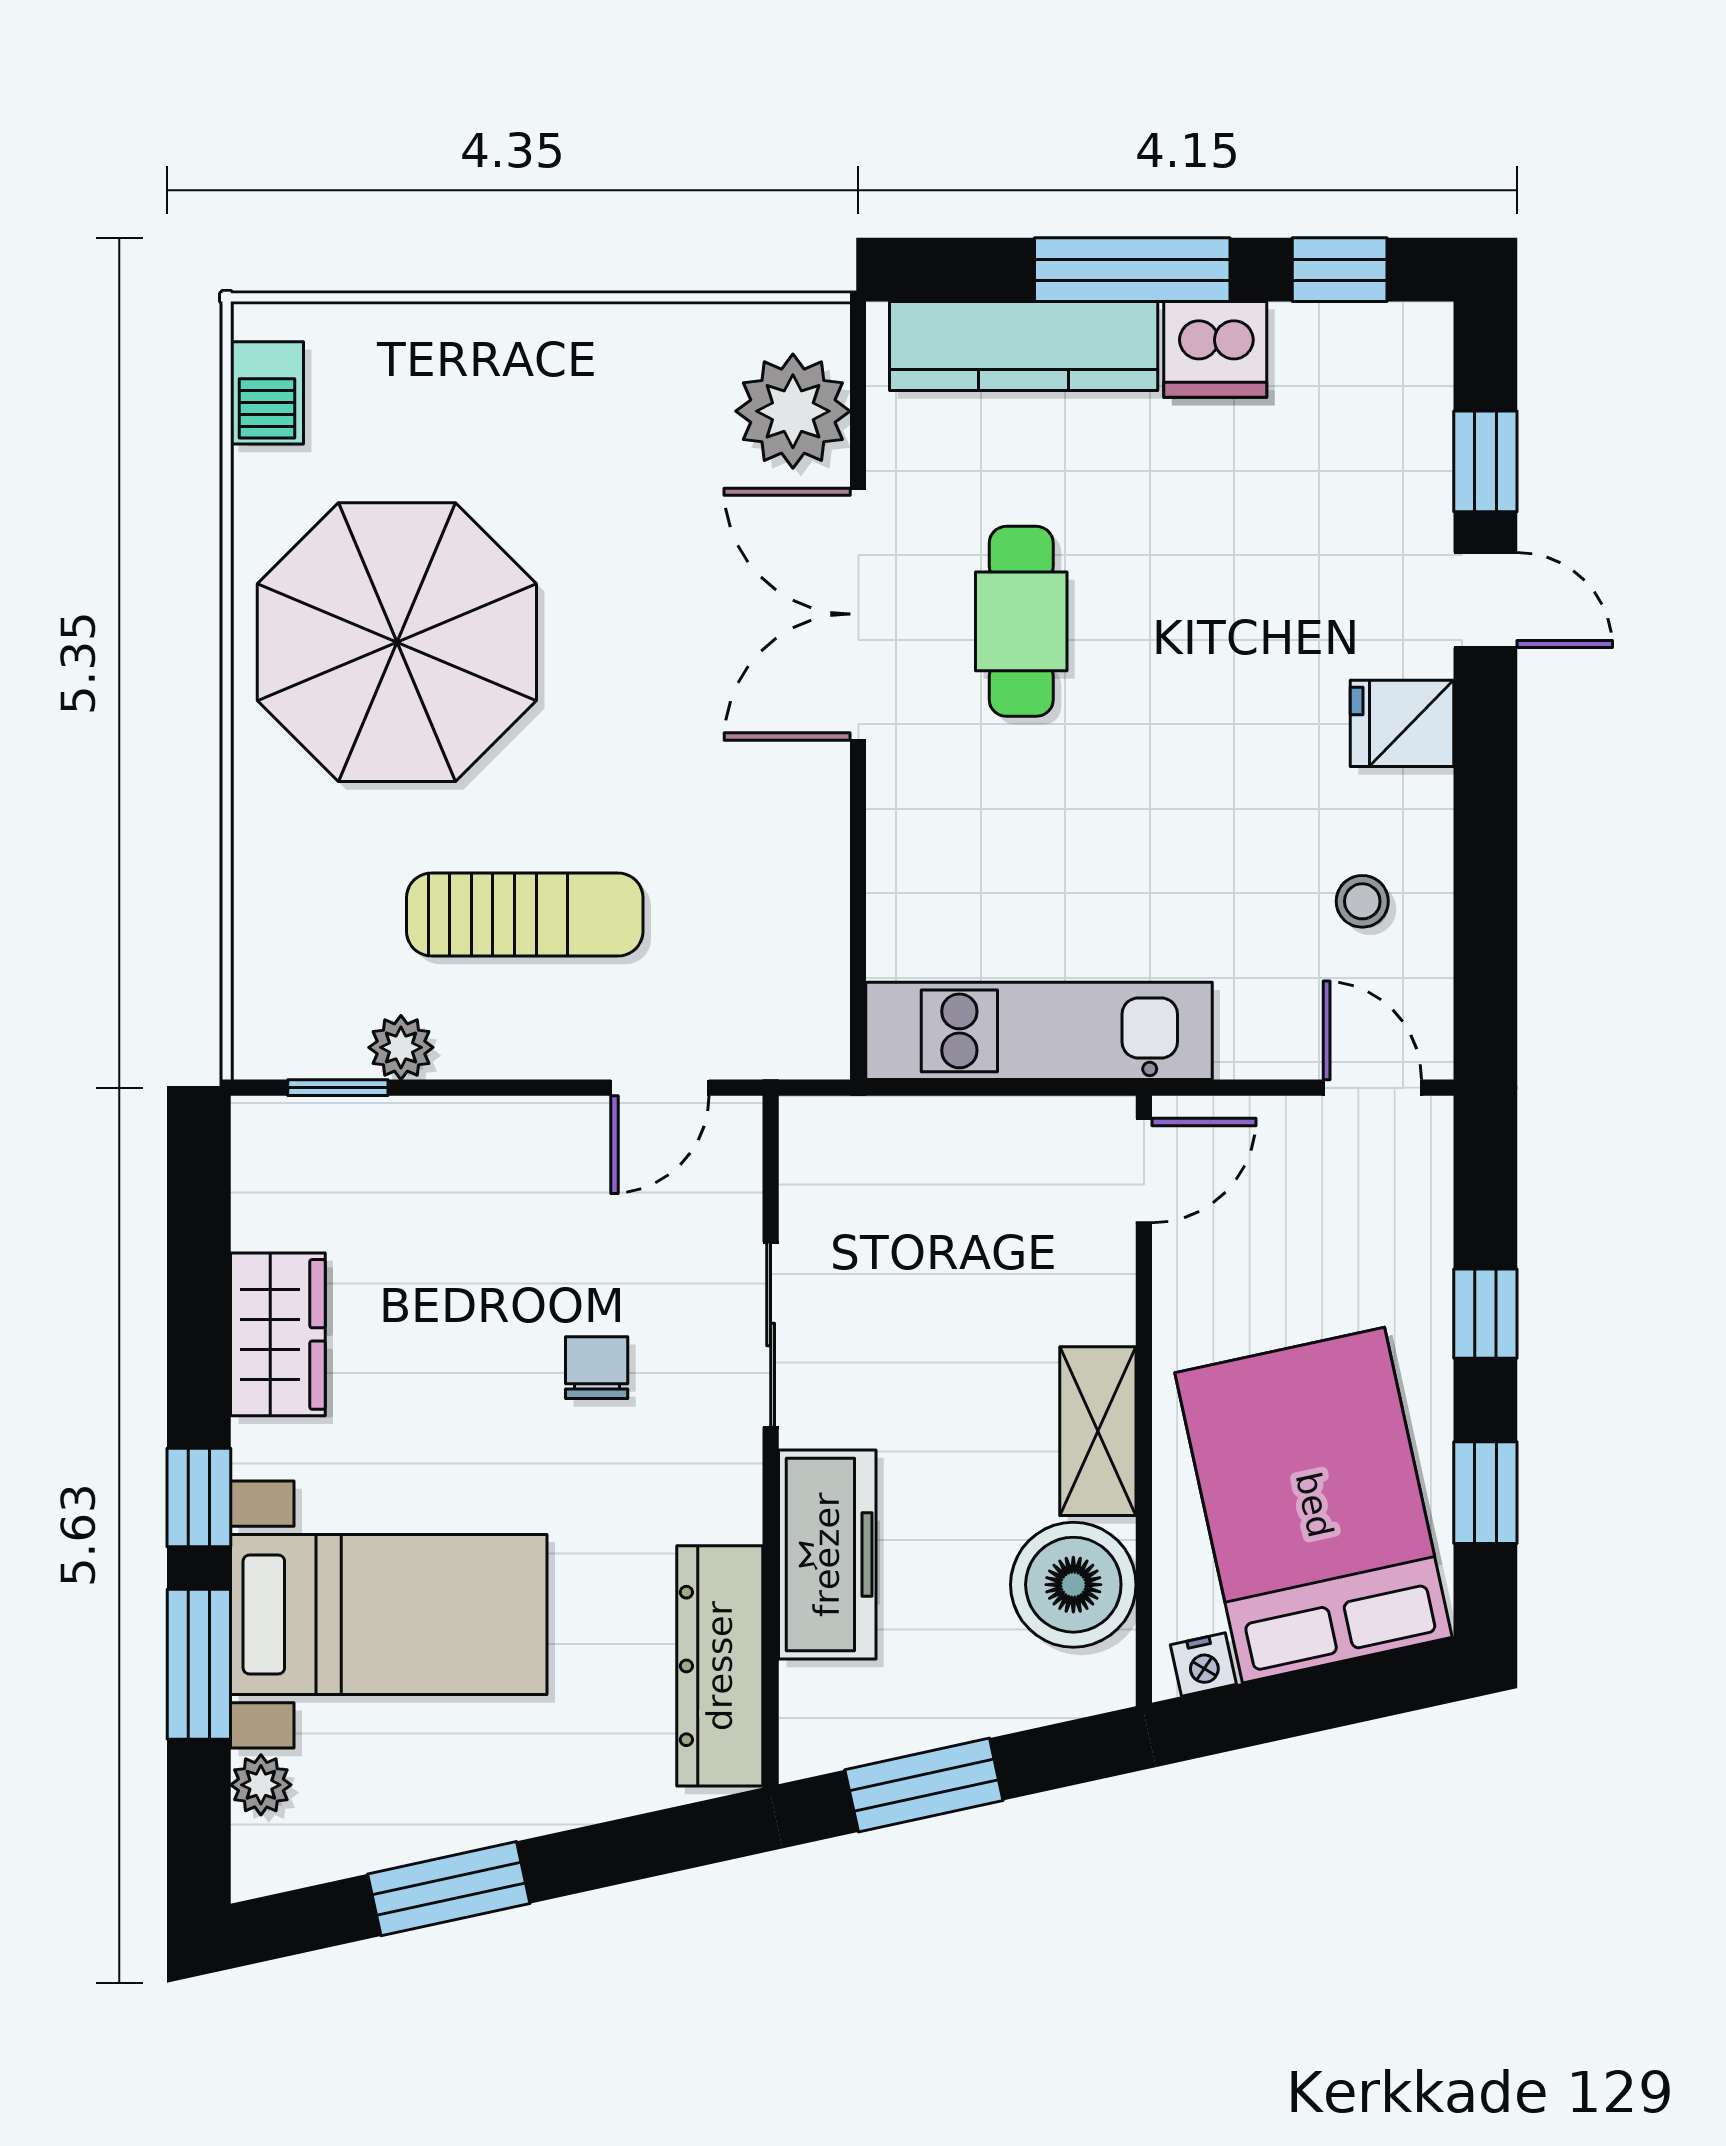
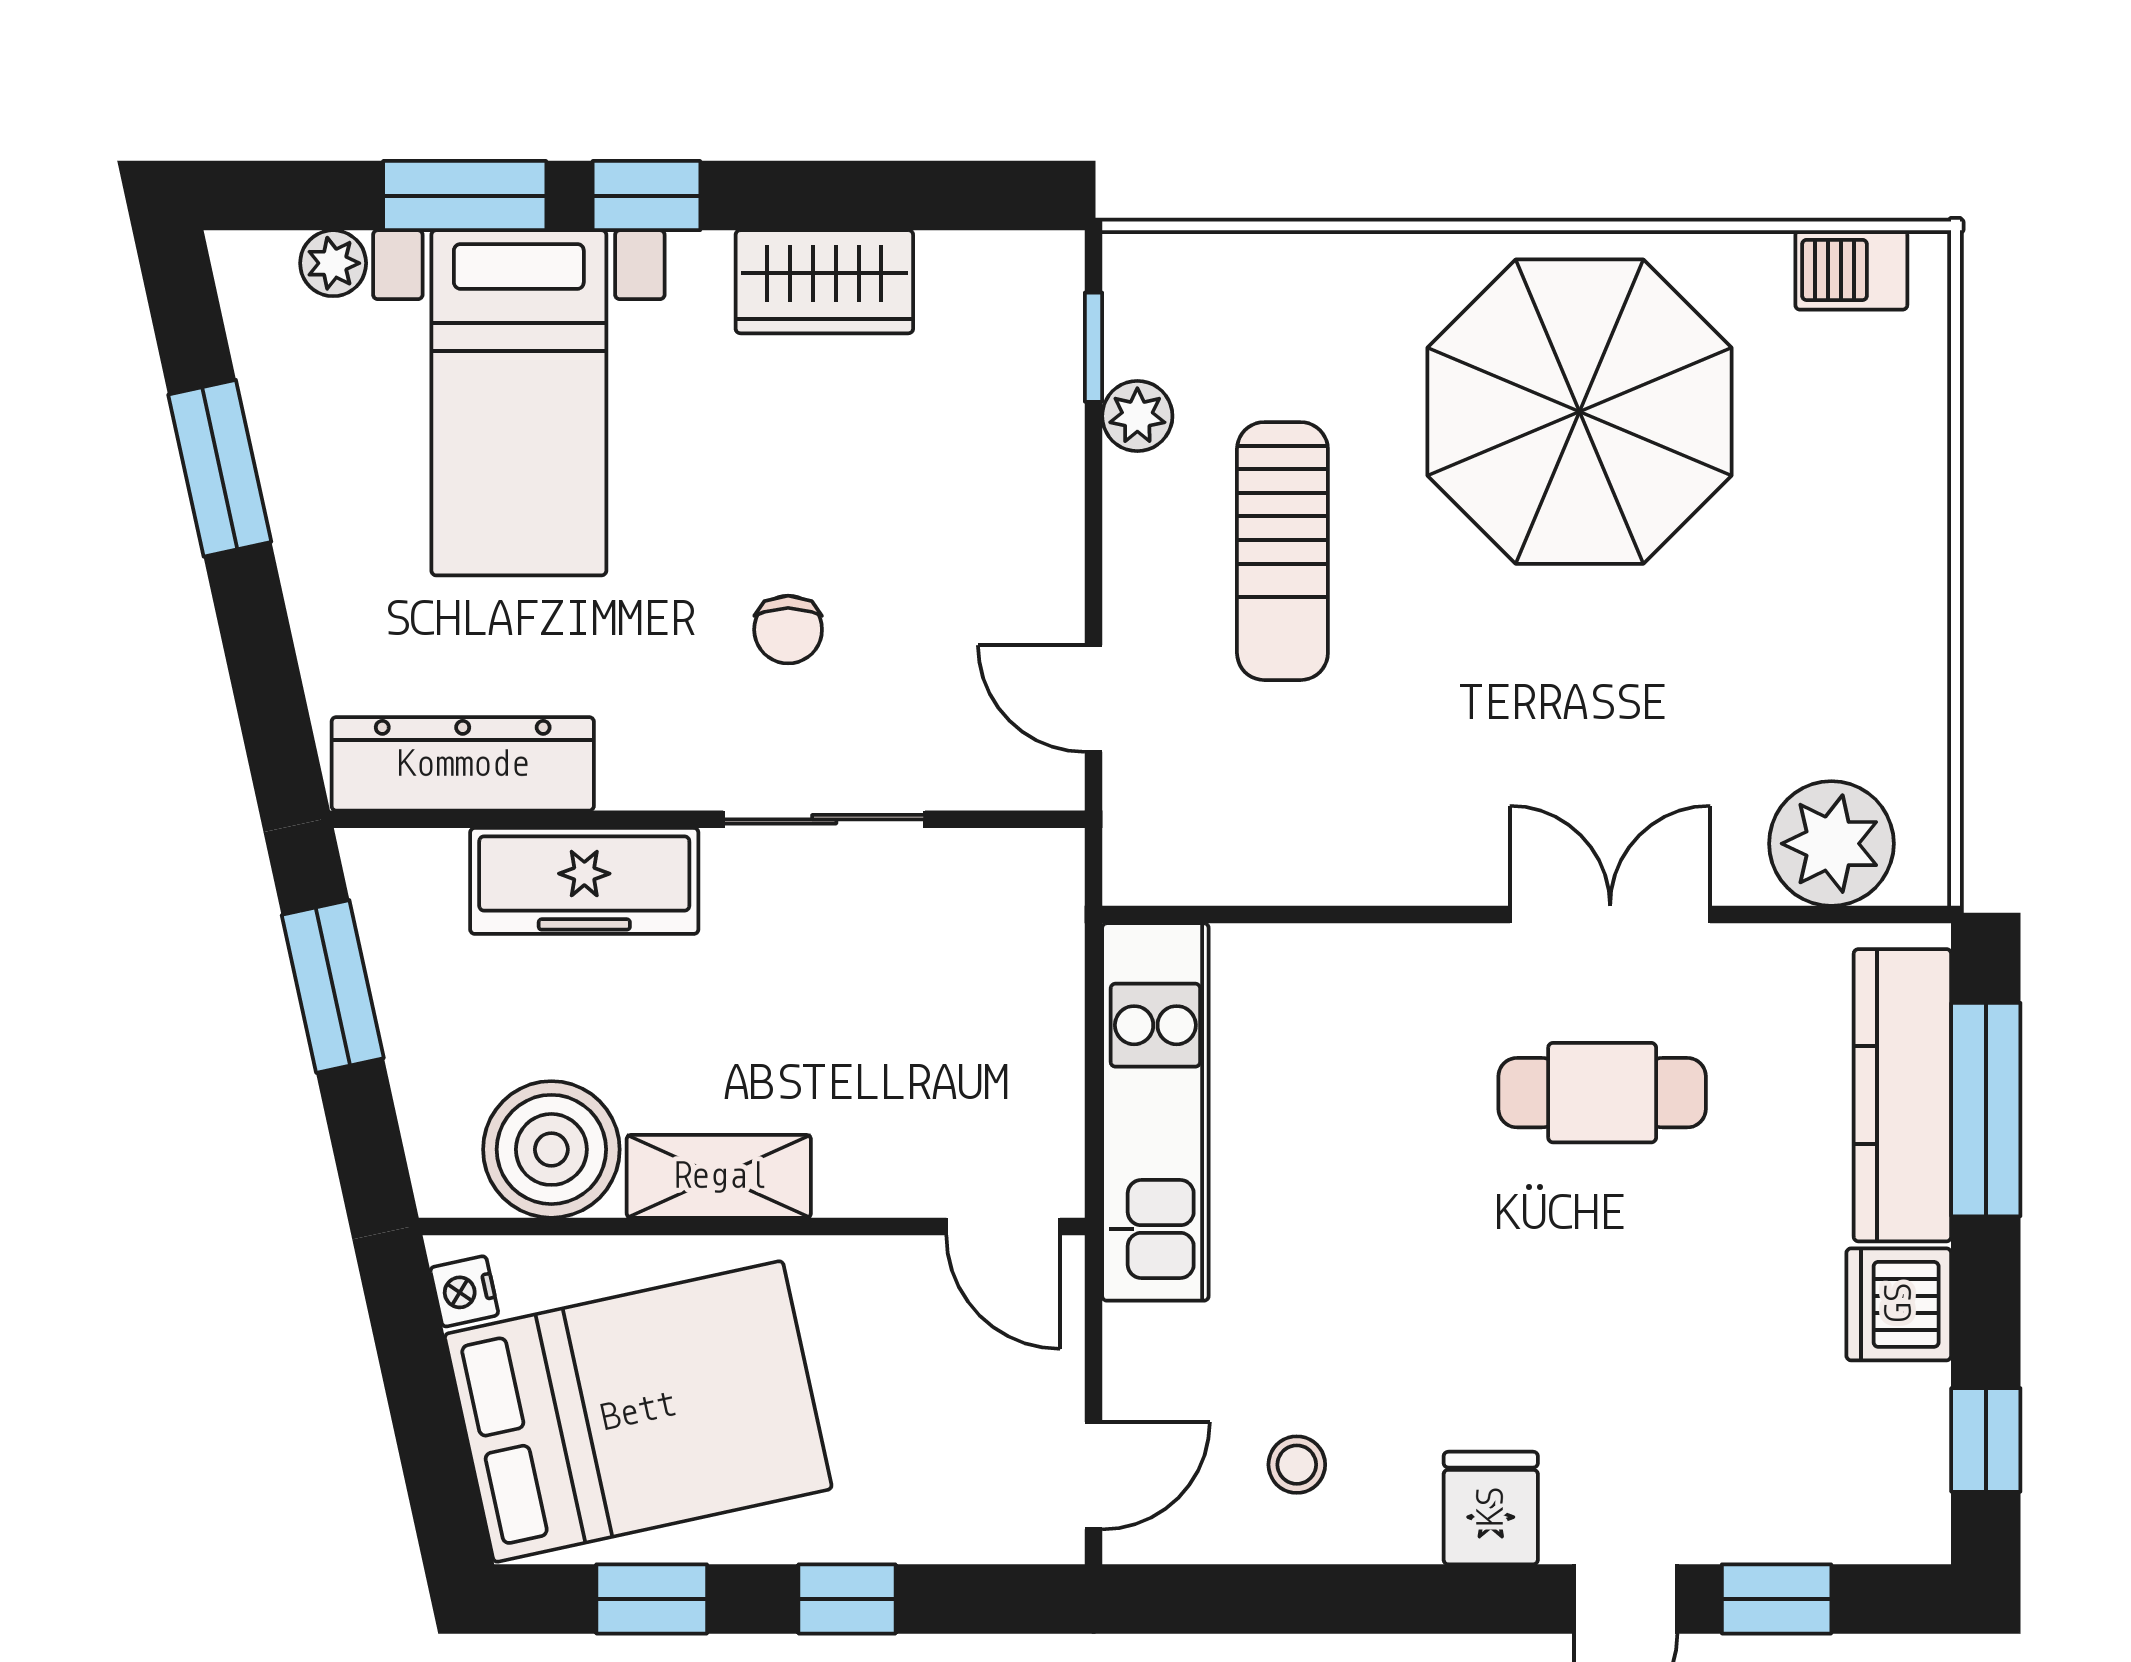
window: (1132, 270) -> (1986, 1110), moved
double door: (858, 614) -> (1610, 915), width x0.73
chair: (597, 1368) -> (788, 630), turned 90

